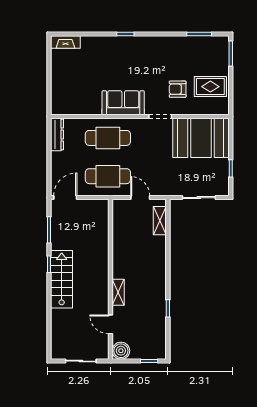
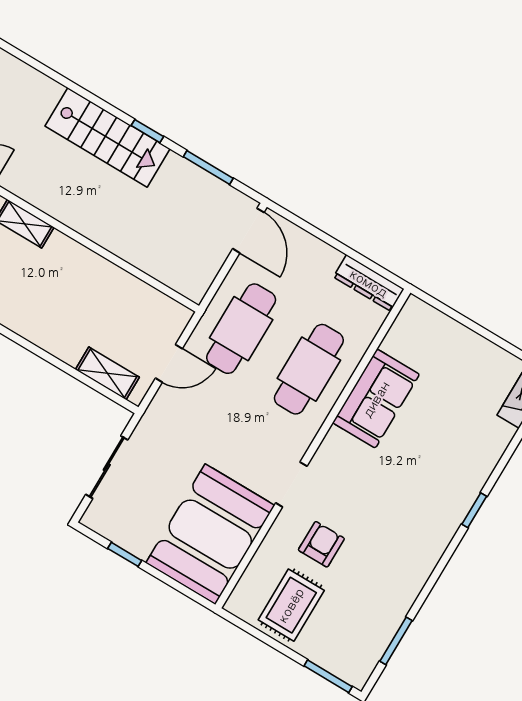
sofa: (123, 103) -> (376, 399), moved

